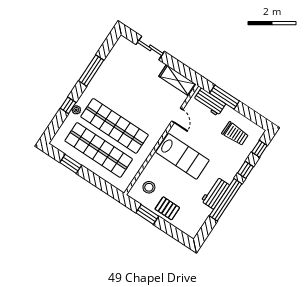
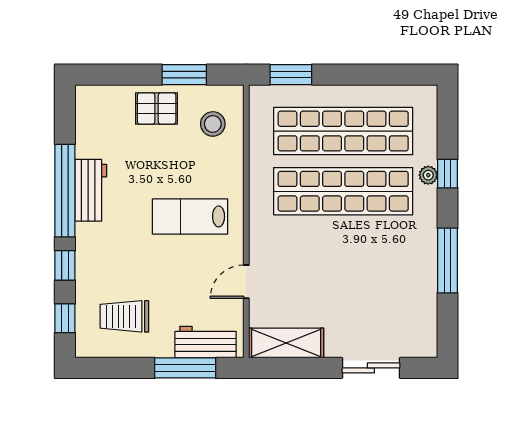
door: (177, 115) -> (246, 282), hinge flipped
lab bench: (182, 156) -> (190, 216), width x0.73, depth x0.72
window: (71, 164) -> (291, 75), moved

